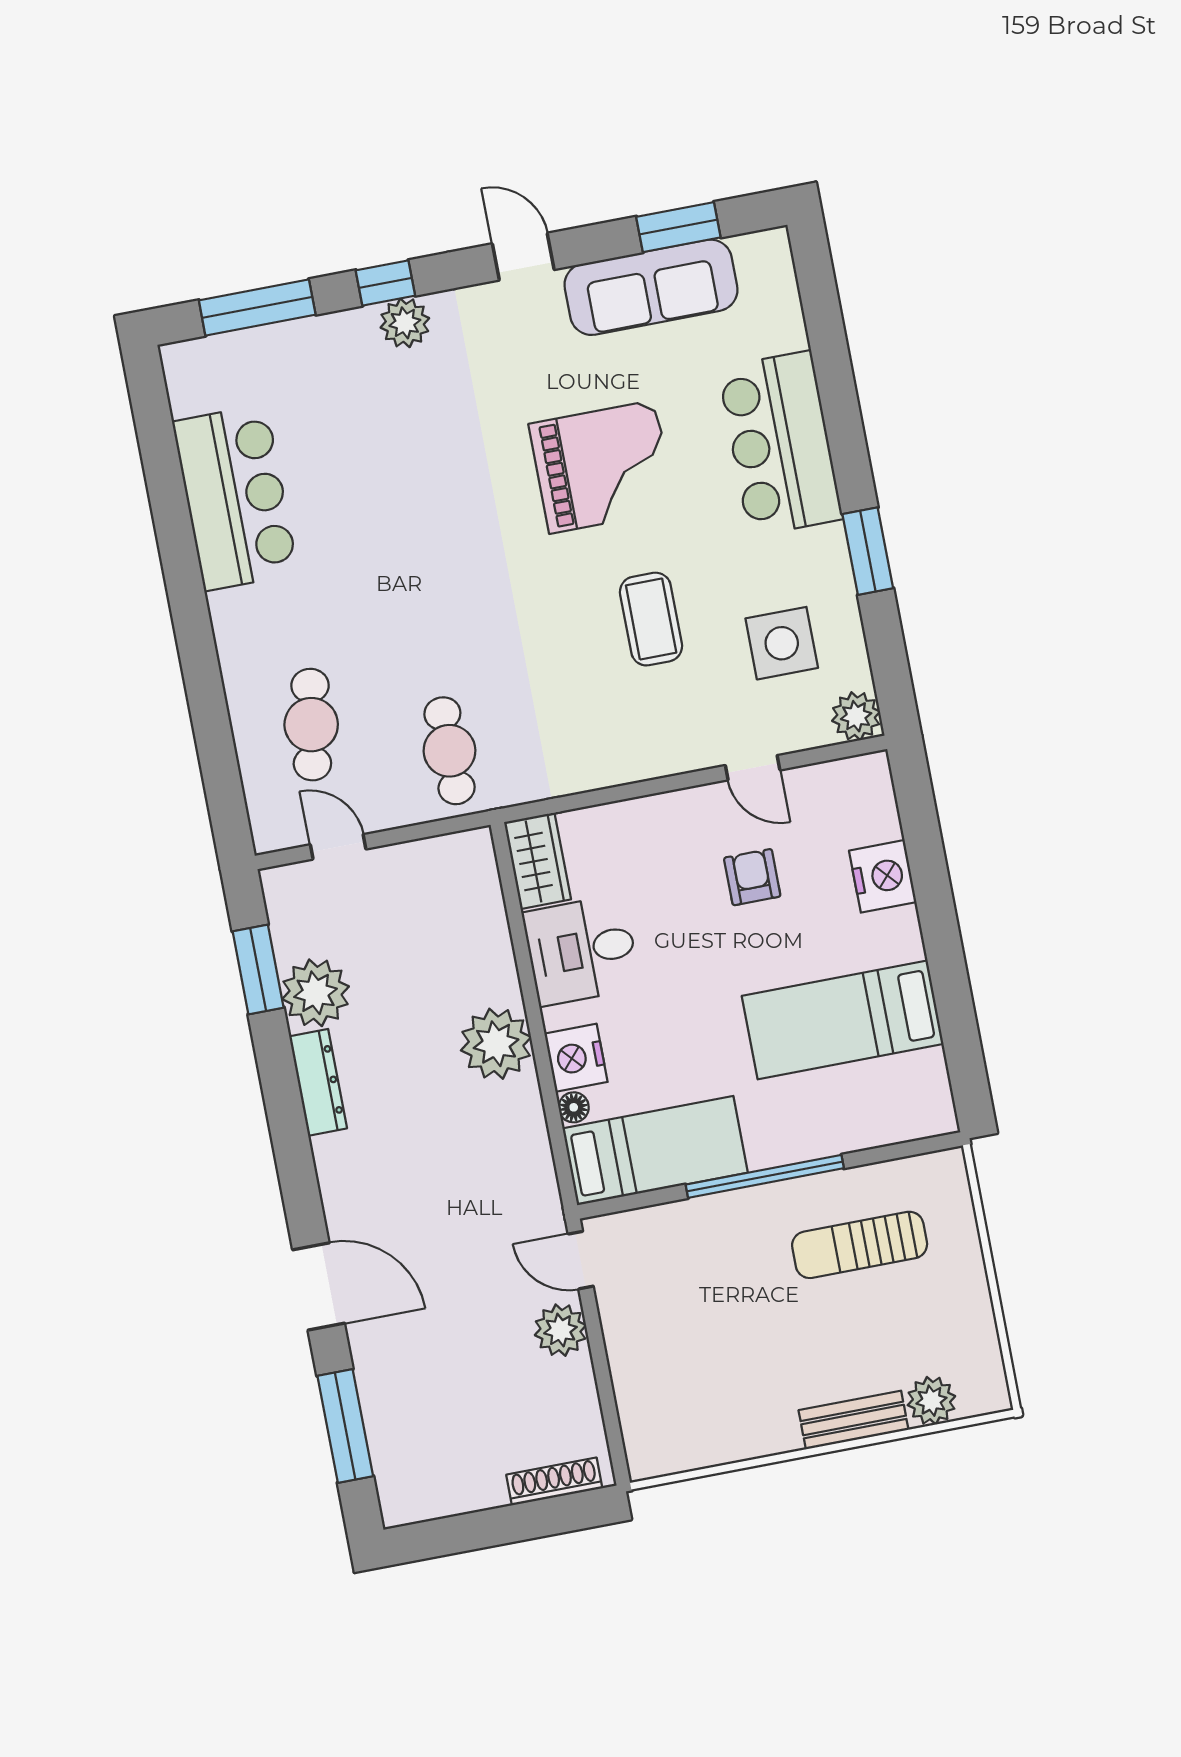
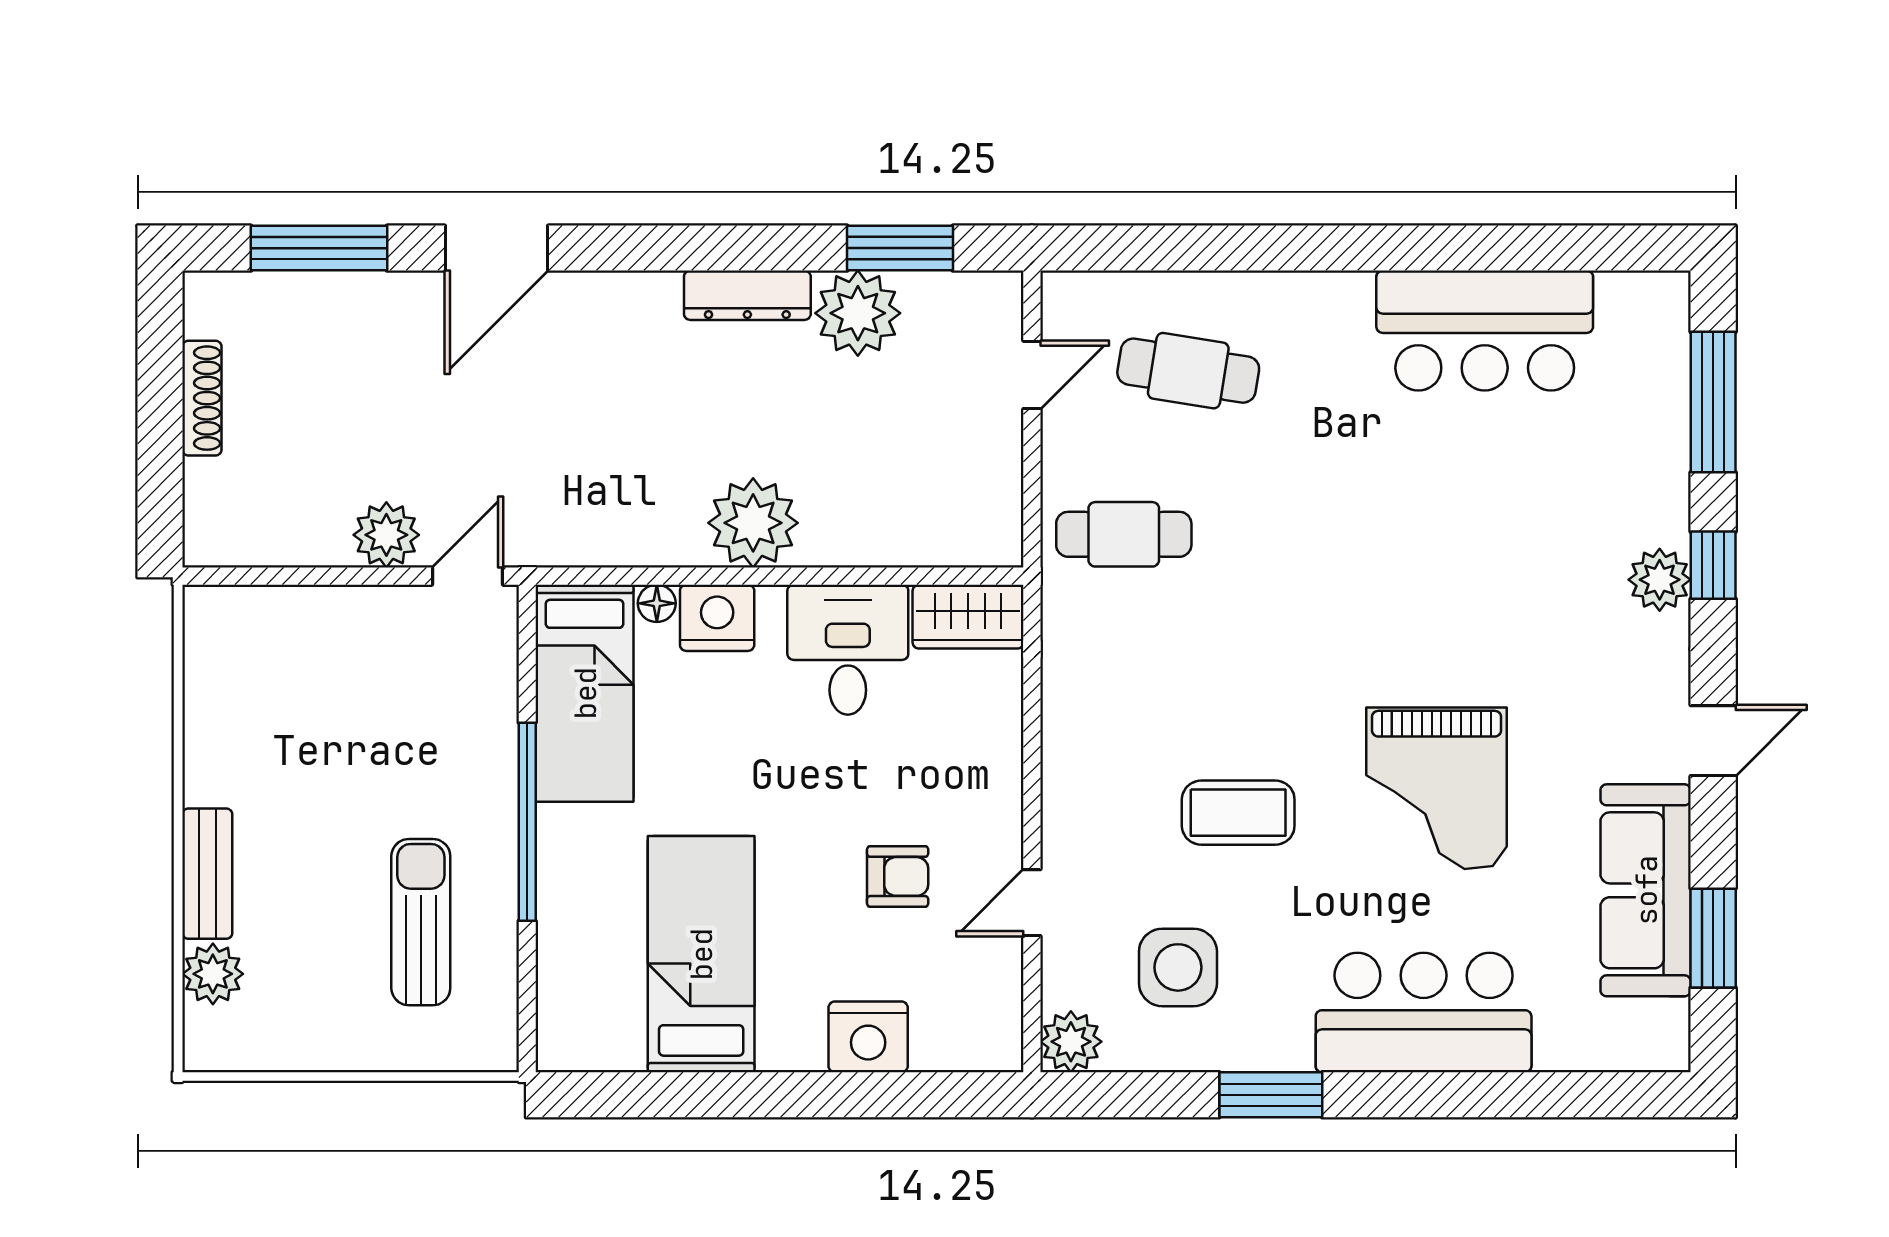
shoe rack: (554, 1481) -> (202, 398), moved

